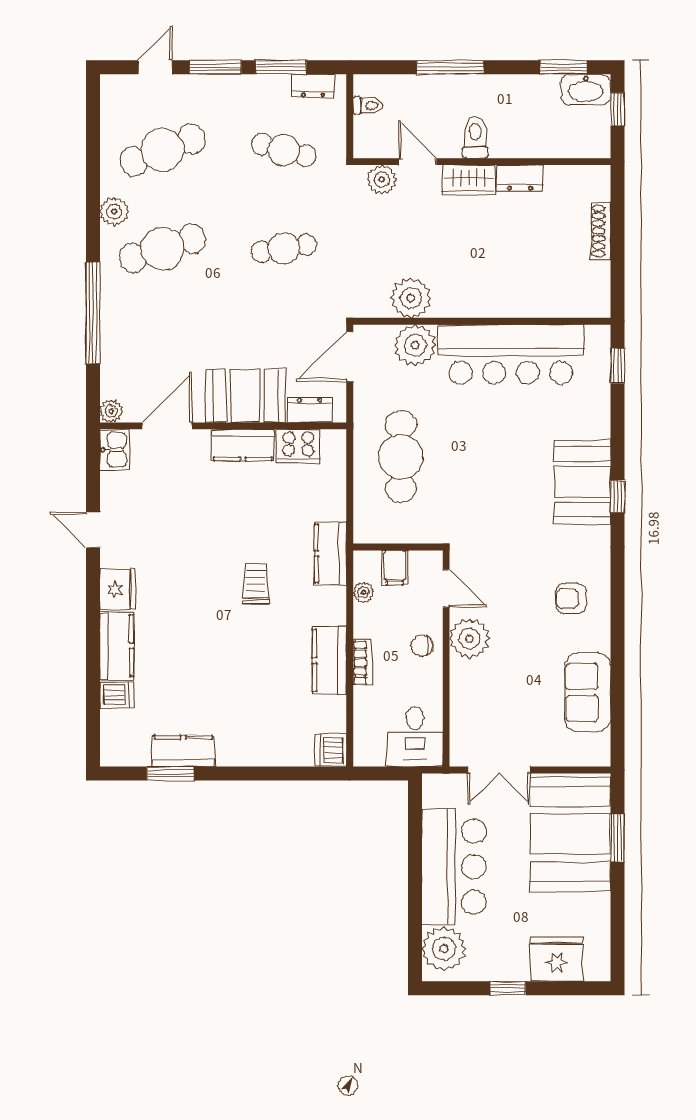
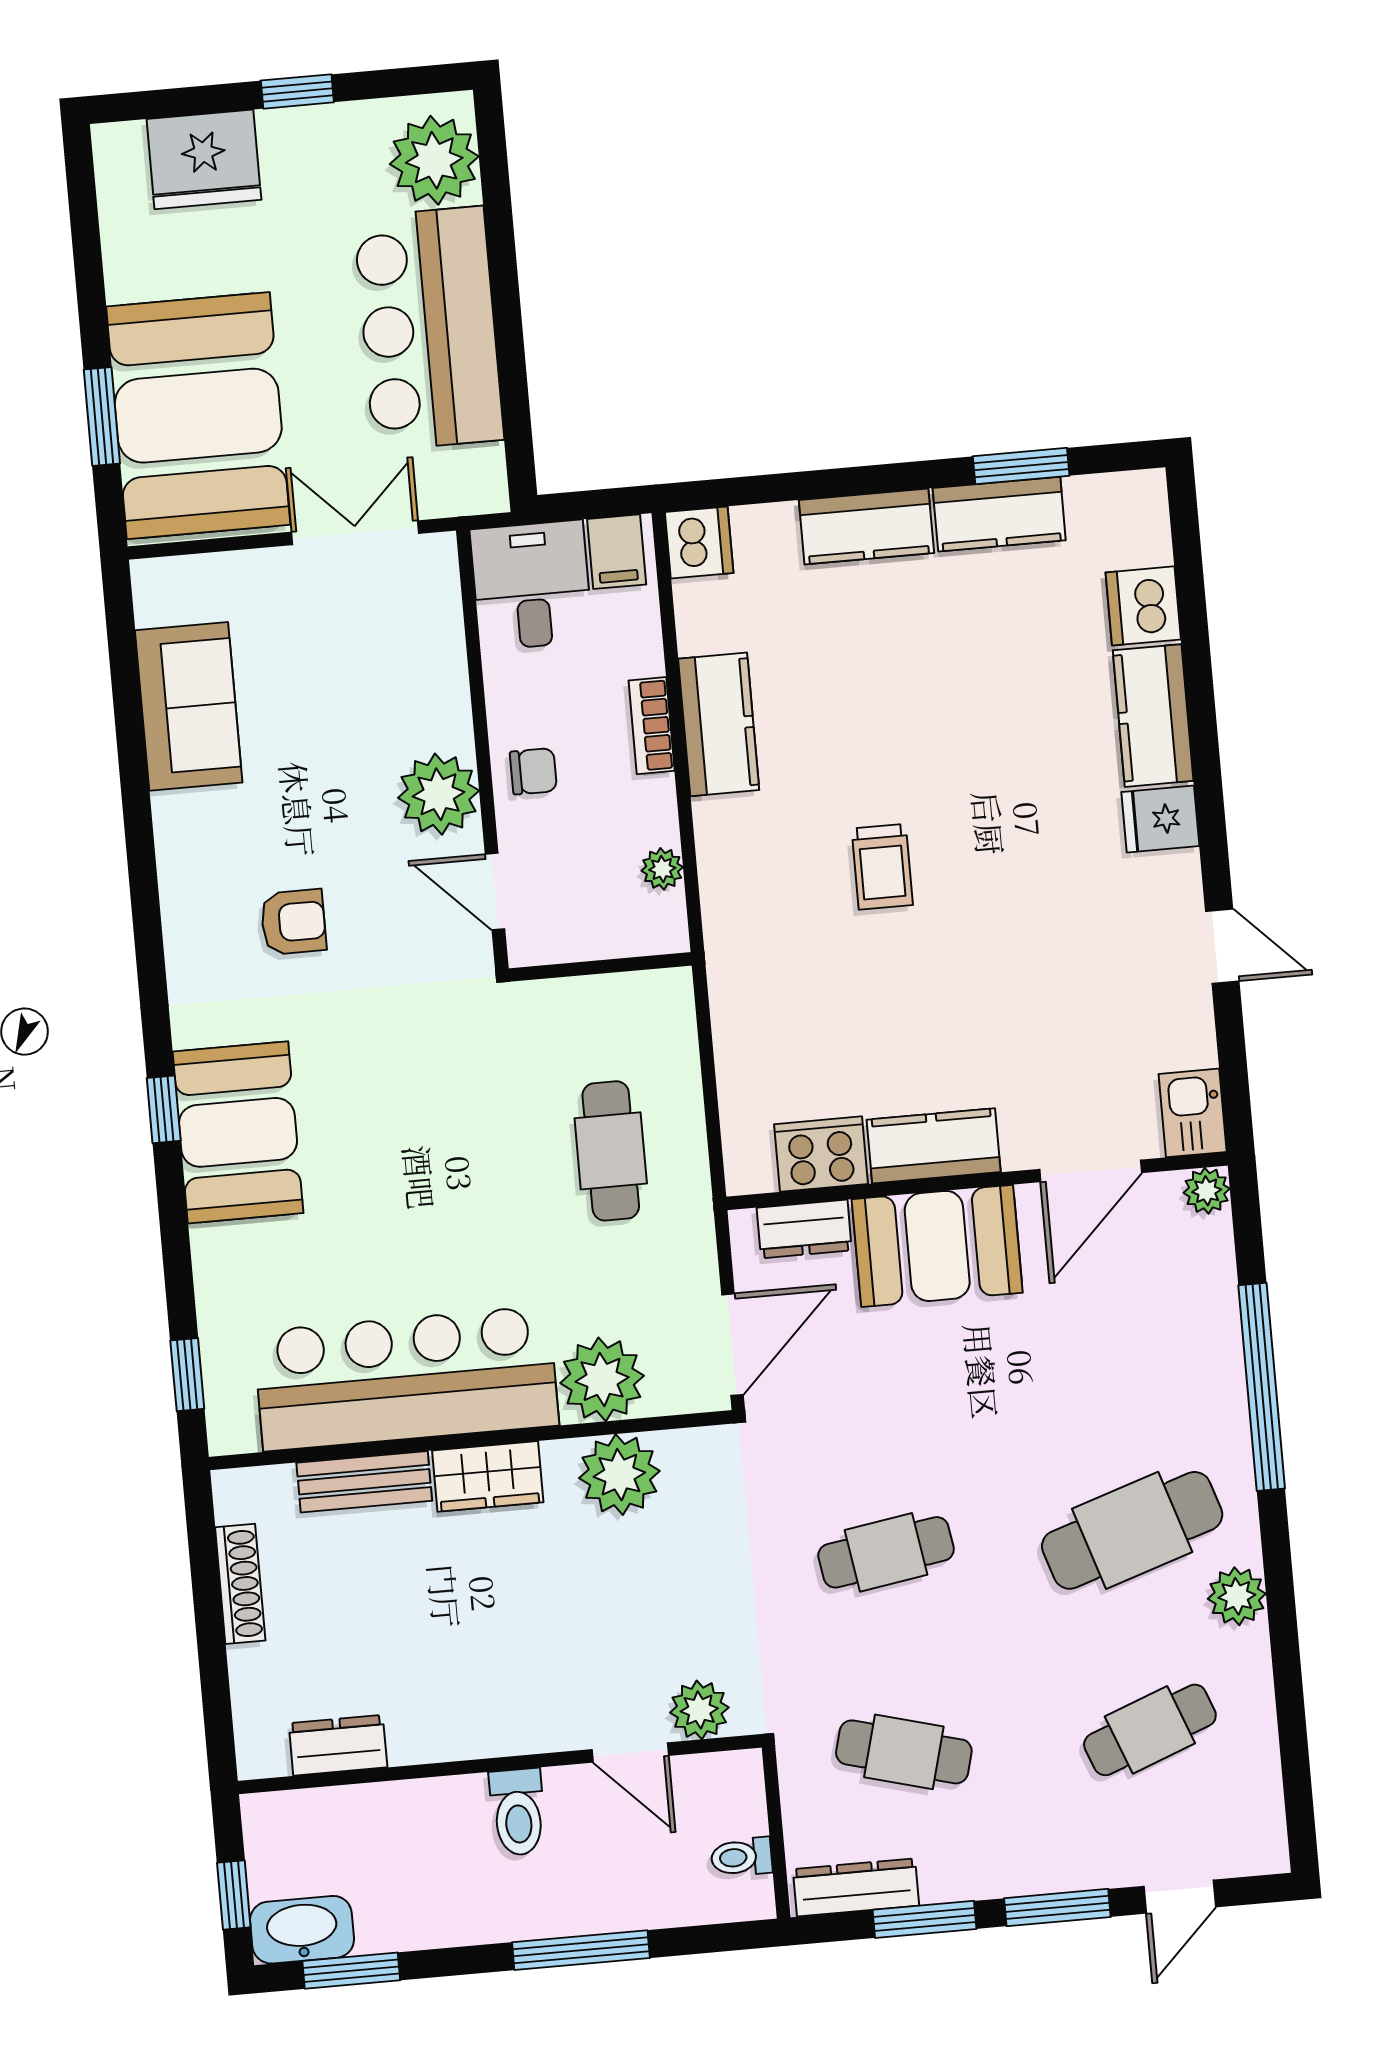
dresser: (313, 86) -> (856, 1887), width x1.44
cafe table: (162, 150) -> (1150, 1730), width x0.73, depth x0.74
dresser: (520, 178) -> (338, 1745), moved
wardrobe: (469, 180) -> (488, 1476), moved, turned 180
shoe rack: (601, 231) -> (240, 1584), moved
bench: (536, 306) -> (364, 1482), added
cafe table: (401, 457) -> (611, 1151), width x0.73, depth x0.74
kitchen counter: (331, 554) -> (866, 526), moved, turned 90
filing cabinet: (395, 568) -> (617, 552), moved, turned 180
fridge: (118, 589) -> (1160, 819), width x0.72
armchair: (571, 598) -> (293, 922), moved
dishwasher: (117, 695) -> (1143, 606), width x1.38

